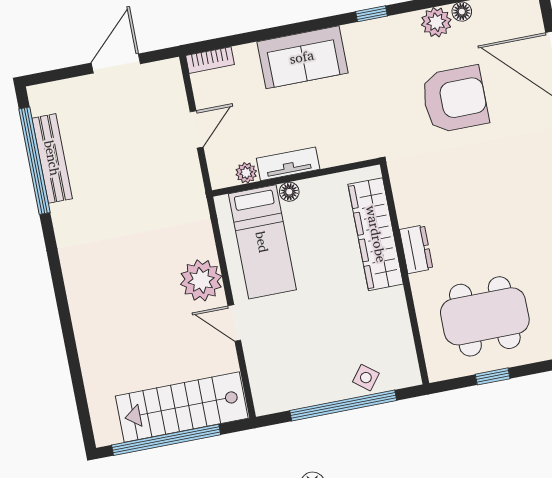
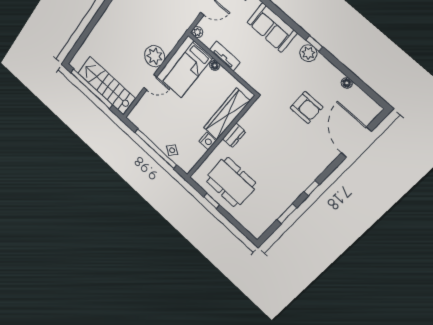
plant: (436, 22) -> (308, 53), moved
armchair: (455, 99) -> (306, 108), width x0.73, depth x0.73
plant: (246, 173) -> (197, 32), moved
nightstand: (394, 302) -> (208, 141), added
door: (234, 323) -> (150, 82), swing flipped

